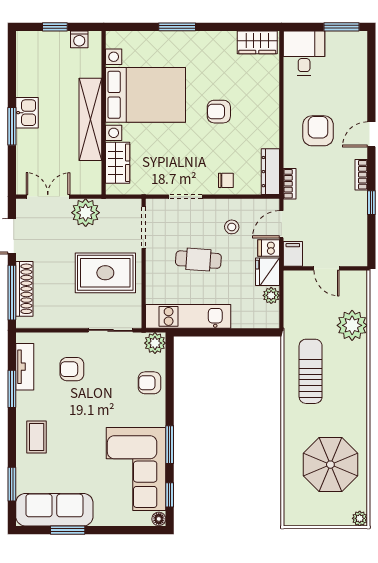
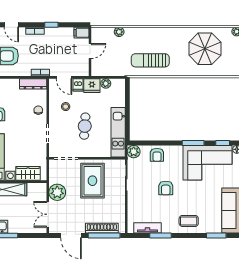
filing cabinet: (293, 254) -> (81, 33), moved
plant: (352, 325) -> (119, 32), width x0.53, depth x0.53
armchair: (72, 369) -> (166, 188), moved

